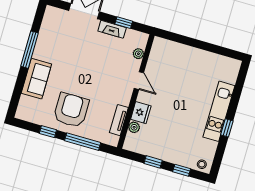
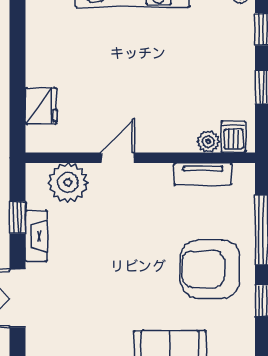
plant: (138, 54) -> (68, 183), width x1.87, depth x1.87
fridge: (141, 113) -> (41, 106), moved, turned 90
dishwasher: (133, 140) -> (234, 137), added

